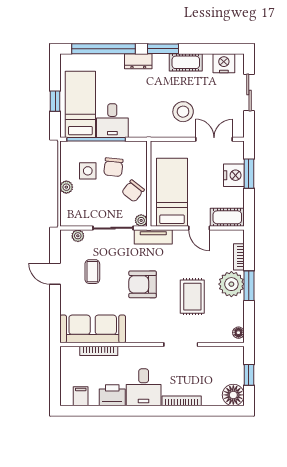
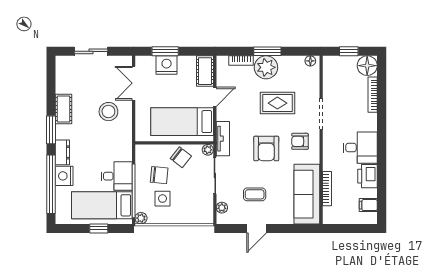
nightstand: (224, 63) -> (64, 176), moved
plant: (66, 187) -> (141, 218), moved
armchair: (150, 321) -> (300, 141), added
bookcase: (182, 401) -> (373, 95), moved

